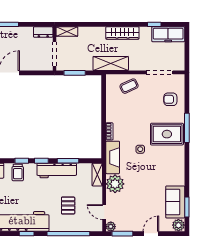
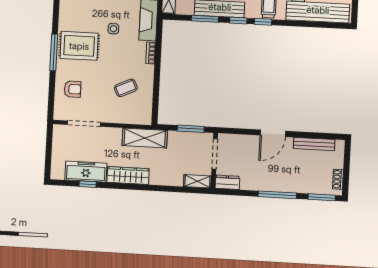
freezer: (168, 34) -> (86, 172), moved
coffee table: (129, 86) -> (126, 88), moved

